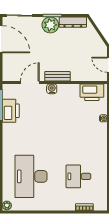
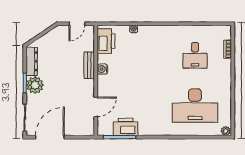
bench: (57, 76) -> (89, 65), moved
door: (30, 82) -> (96, 107), swing flipped
water cooler: (52, 89) -> (102, 69), moved

